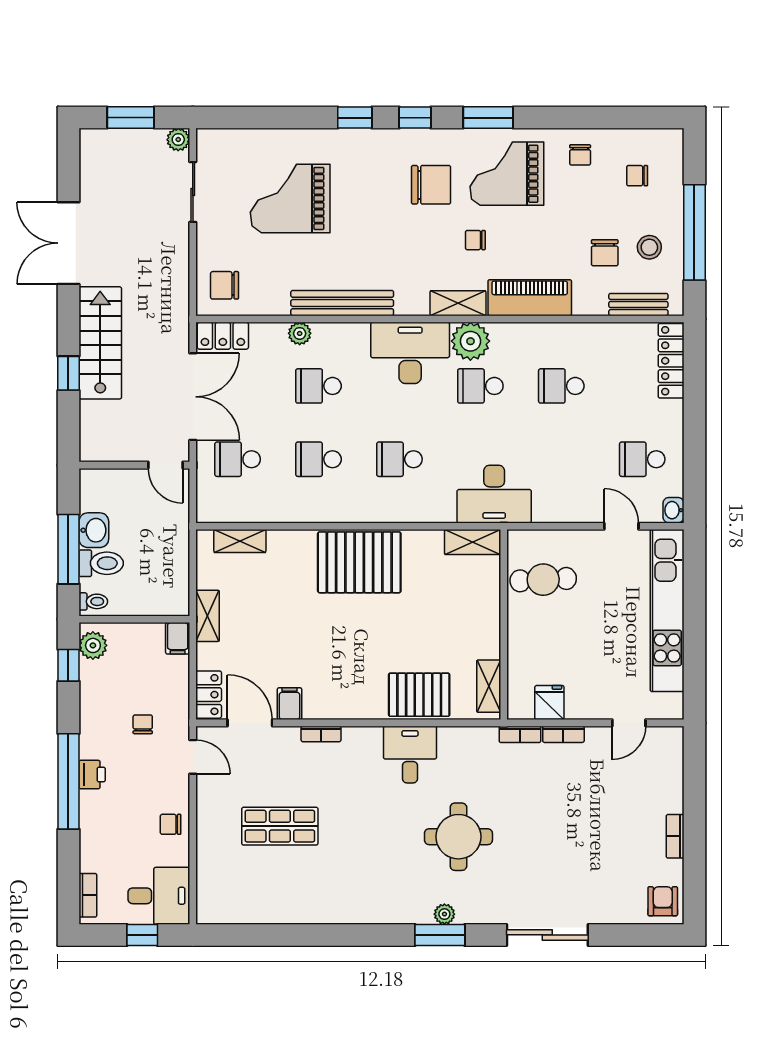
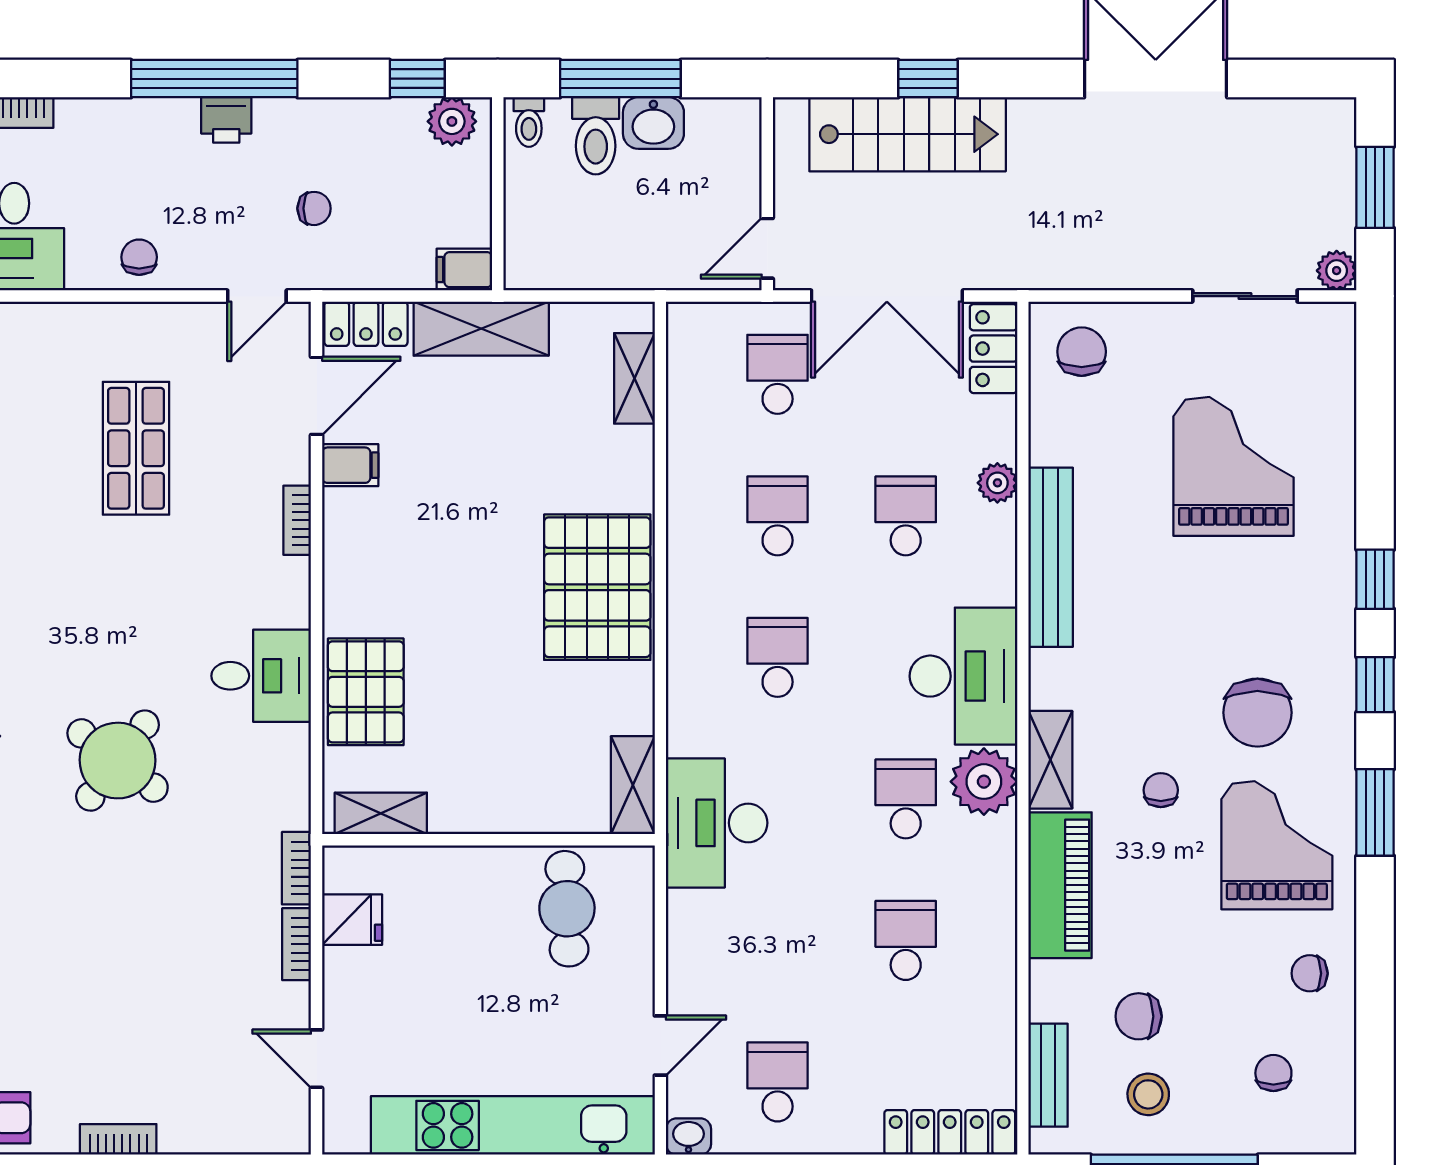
stairs: (100, 343) -> (908, 134), moved
shelving: (208, 616) -> (481, 329), width x1.50, depth x1.33
round table: (458, 837) -> (118, 761), turned 37

